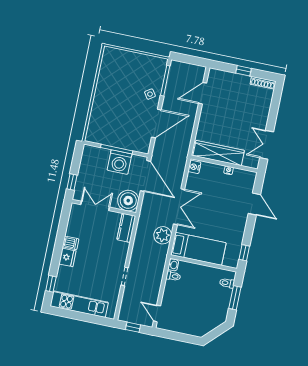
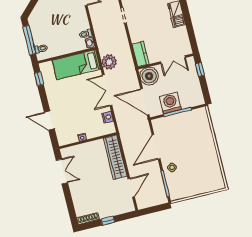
wardrobe: (219, 153) -> (115, 157), moved, turned 90
nightstand: (194, 167) -> (108, 117), moved
window: (235, 298) -> (29, 40), width x1.44

